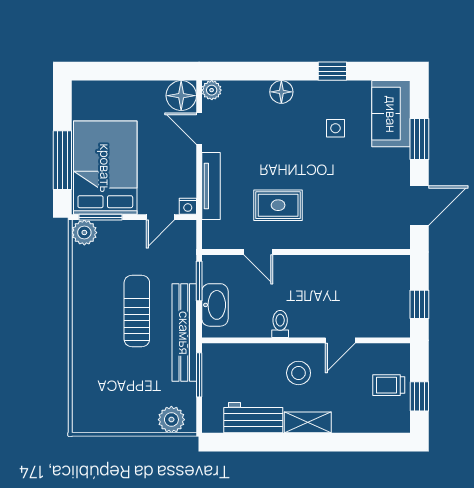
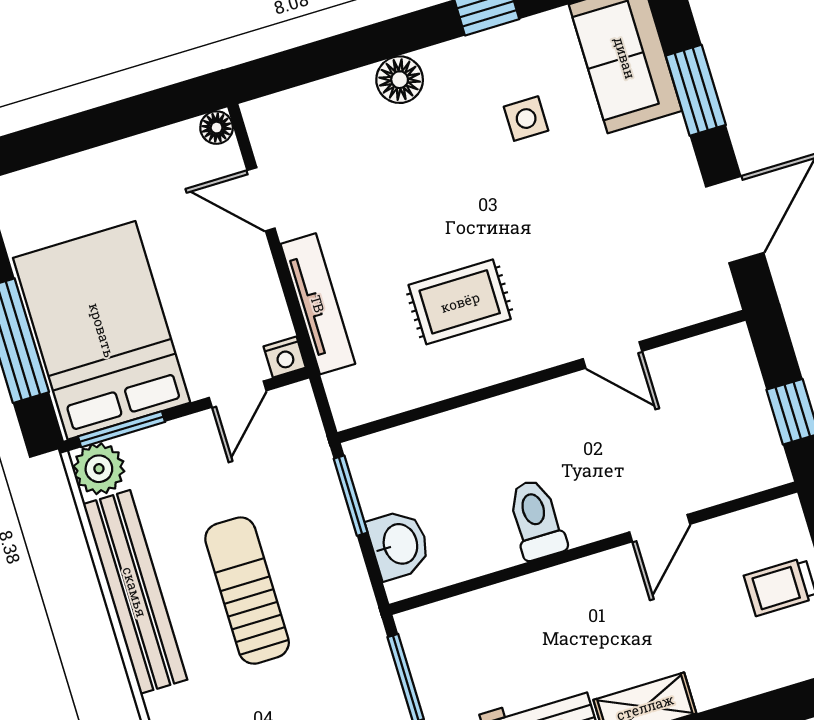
plant: (212, 90) -> (263, 117), removed
floor lamp: (181, 96) -> (217, 128), width x0.53, depth x0.53
door: (258, 252) -> (612, 355), moved
washbasin: (215, 305) -> (399, 544), width x0.72
toilet: (280, 324) -> (536, 520), width x1.37, depth x1.39
bench: (184, 333) -> (135, 592), moved
stool: (299, 373) -> (598, 616), removed

